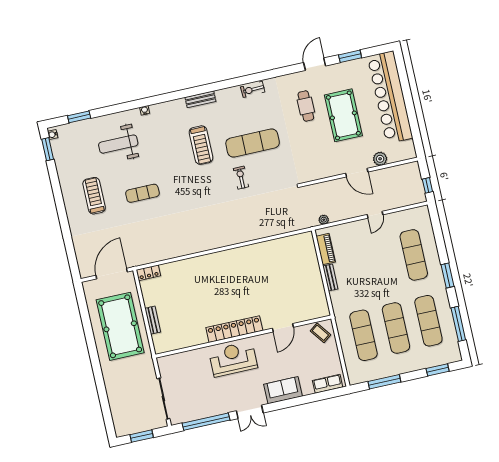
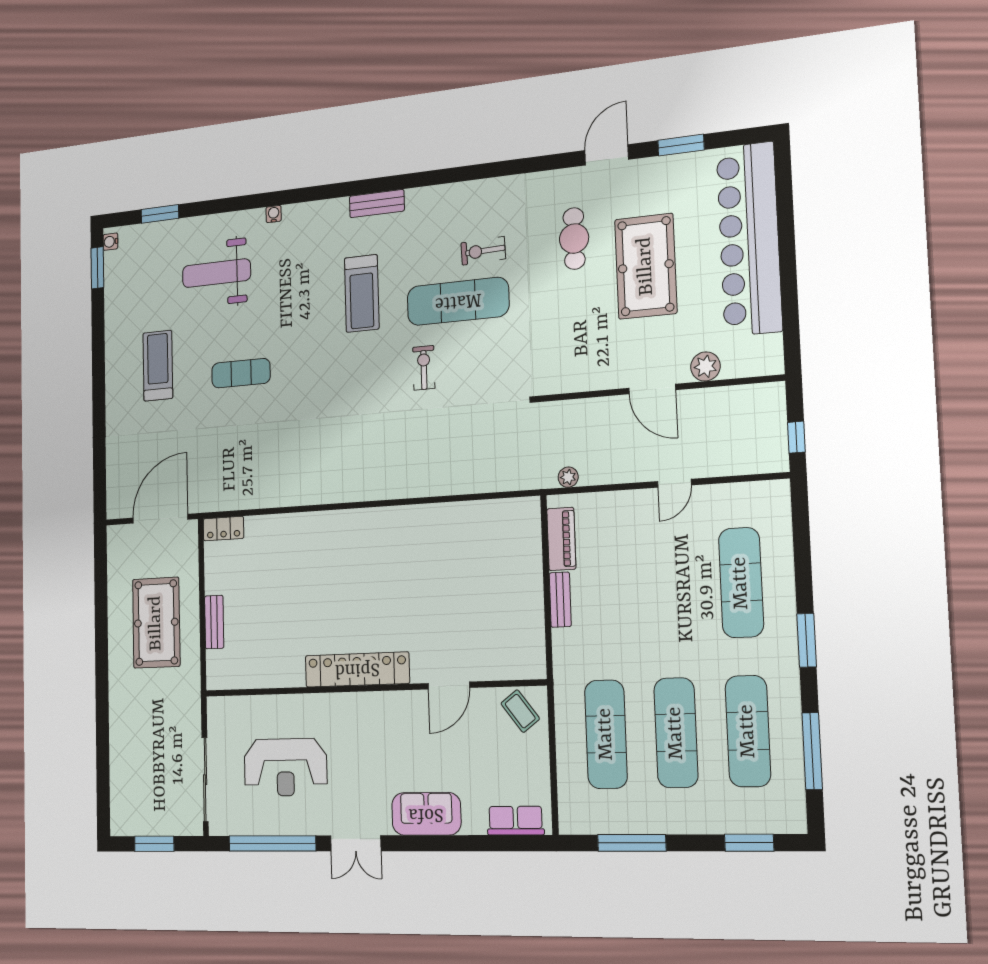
exercise bike: (253, 89) -> (483, 251), moved
pool table: (120, 326) -> (156, 623), width x0.73, depth x0.76
reception desk: (233, 359) -> (285, 767), moved, turned 180

